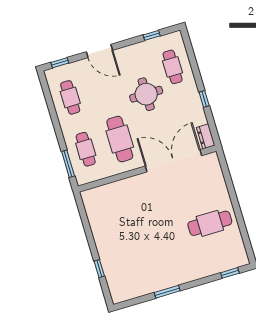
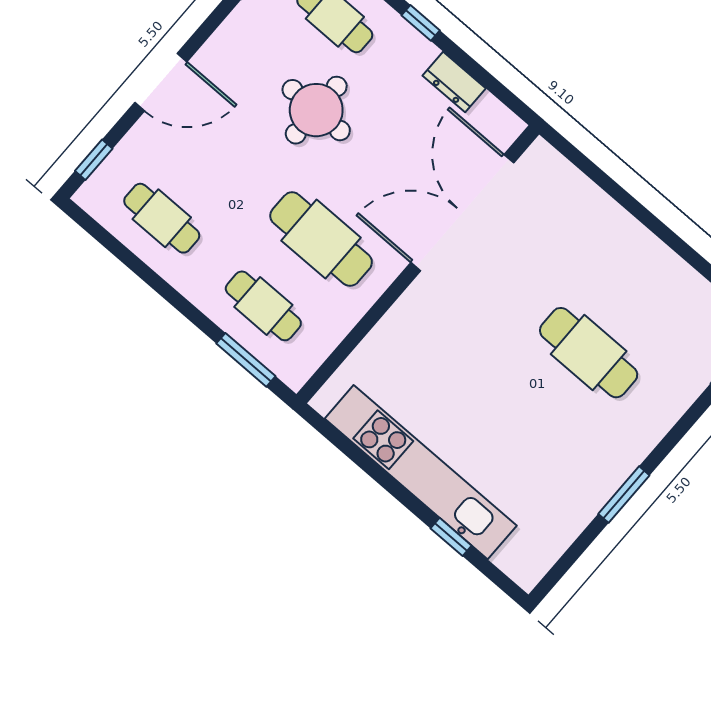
window: (204, 99) -> (421, 23), moved
dresser: (206, 136) -> (454, 82), moved
cafe table: (210, 223) -> (589, 353), moved, turned 90
kitchen unit: (103, 240) -> (421, 472), added

